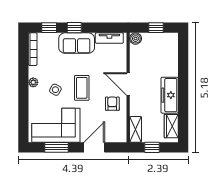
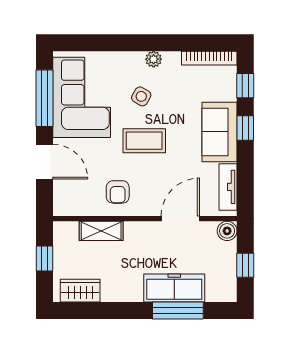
window: (183, 68) -> (178, 311), added
door: (128, 84) -> (180, 219), moved
freezer: (170, 95) -> (174, 288), moved
armchair: (112, 104) -> (118, 192), turned 90
shelving: (136, 129) -> (101, 231), moved
window: (57, 147) -> (44, 98), width x1.44

